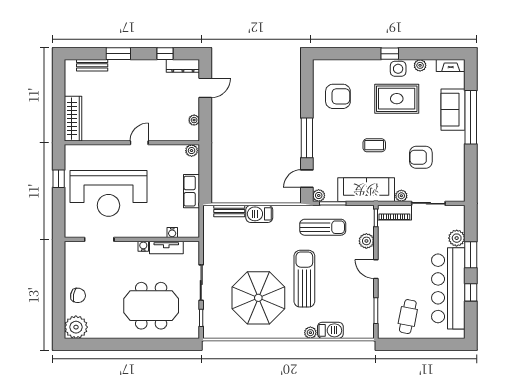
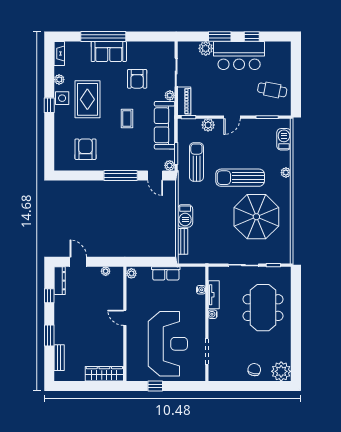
sofa: (453, 110) -> (109, 52), moved
bar counter: (448, 288) -> (239, 56), width x0.73
barbecue: (330, 330) -> (284, 139), moved

